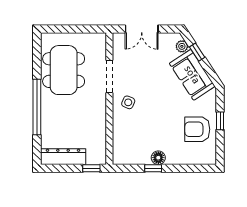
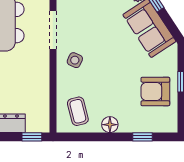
coffee table: (131, 146) -> (78, 111), added
window: (153, 168) -> (143, 137), moved

